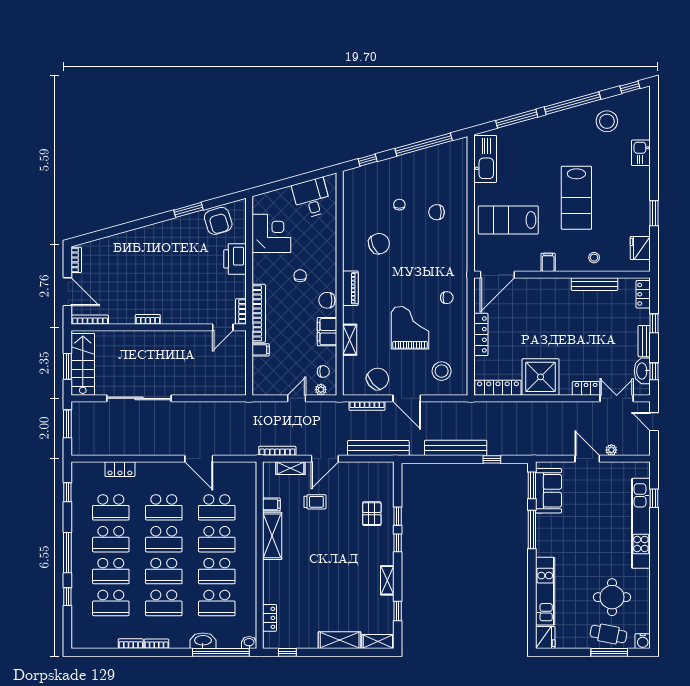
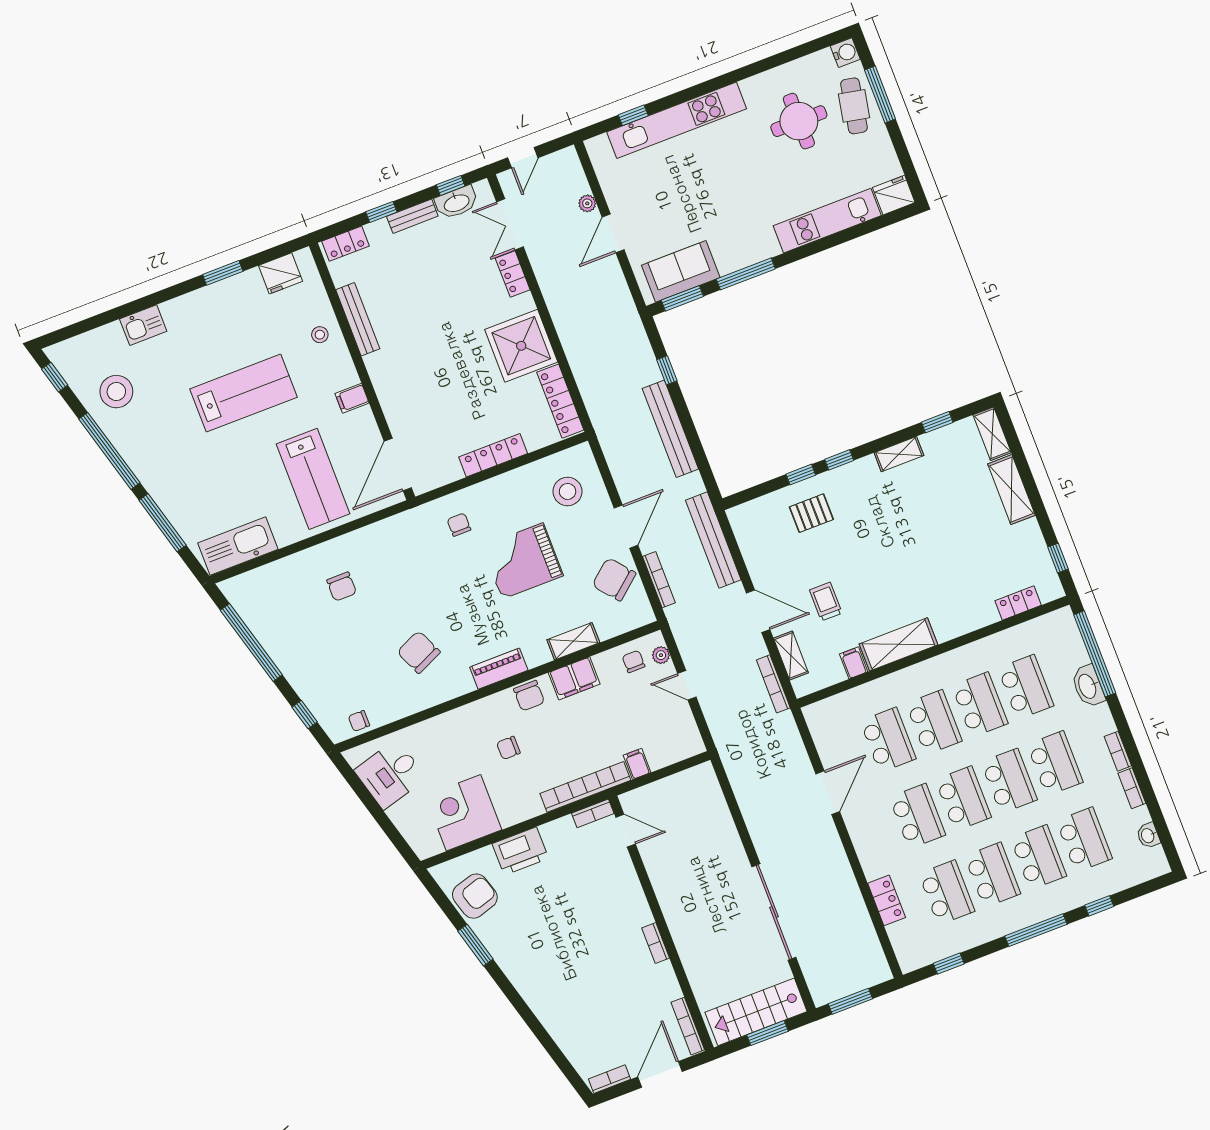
chair: (399, 205) -> (359, 721), moved
door: (497, 275) -> (398, 464), swing flipped
washbasin: (249, 643) -> (1148, 836), moved

